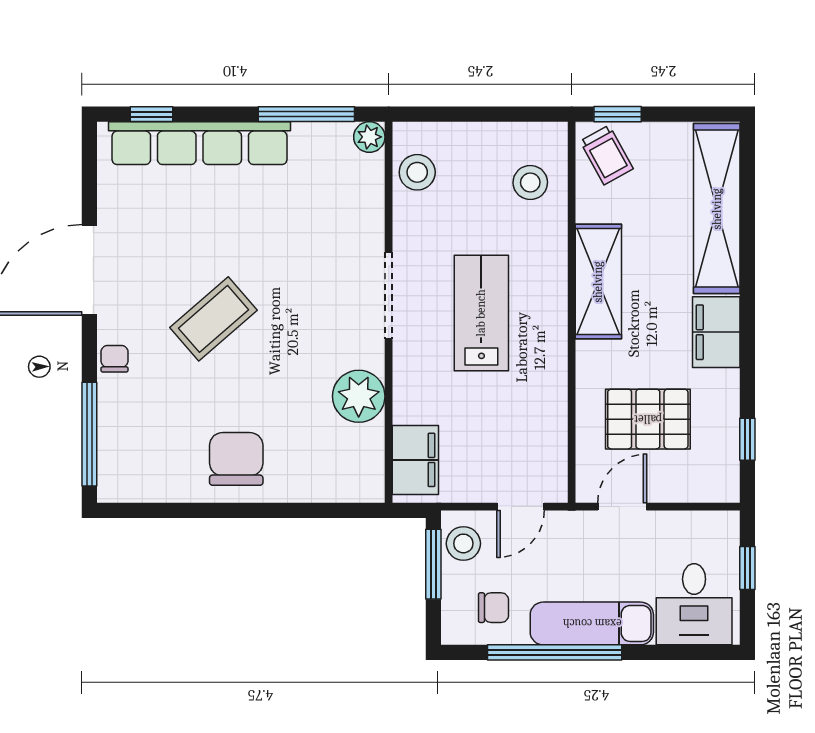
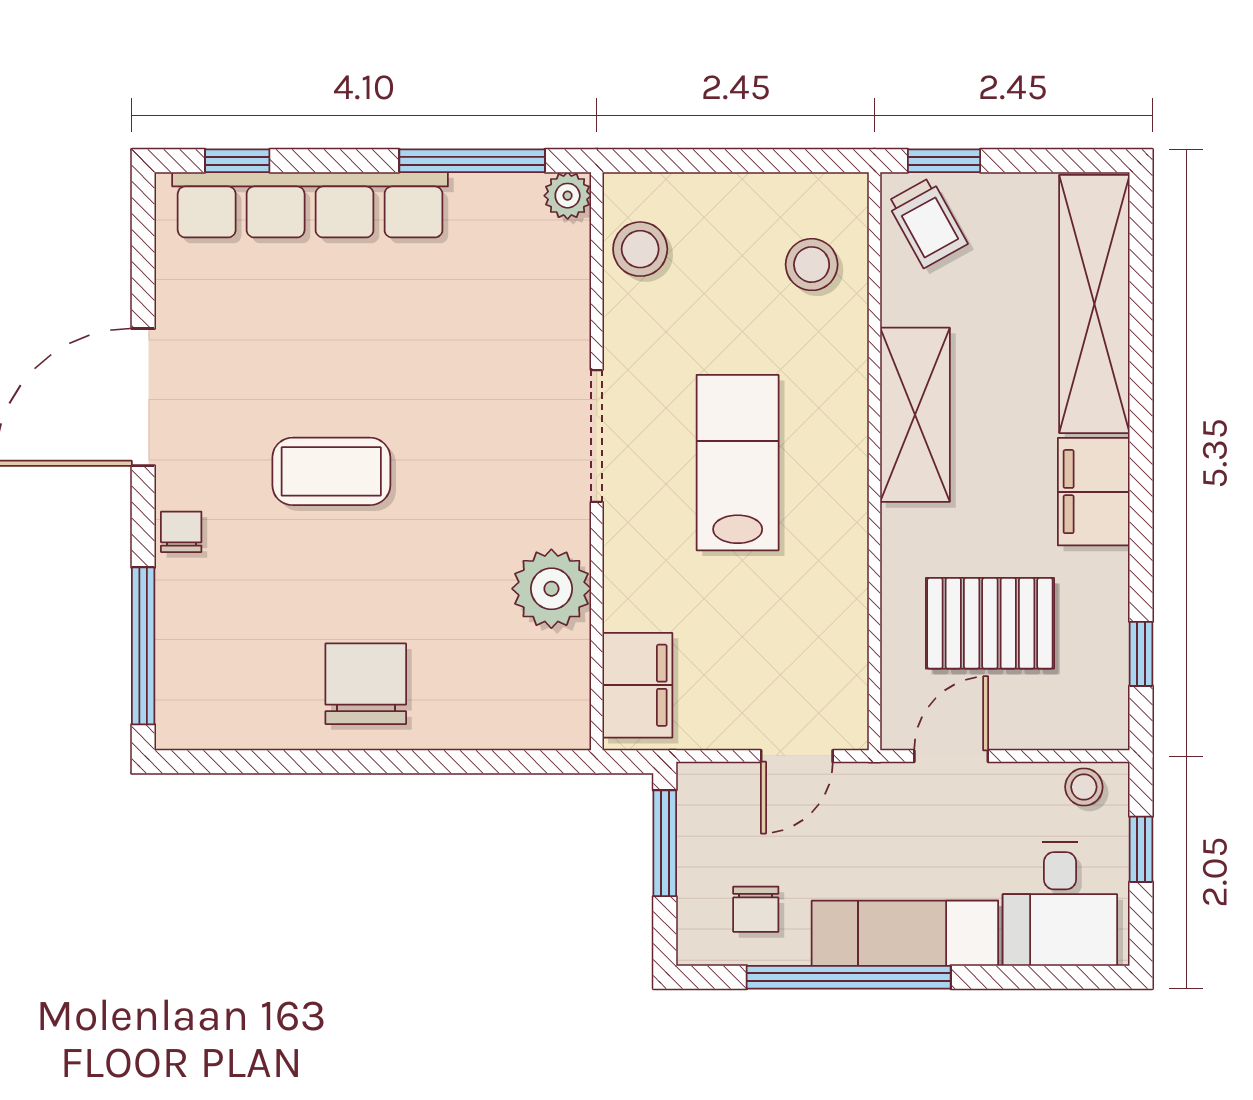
coffee table: (213, 319) -> (331, 471), turned 41
stool: (463, 543) -> (1084, 787), moved, width x0.73, depth x0.73
chair: (493, 608) -> (756, 909), turned 90

